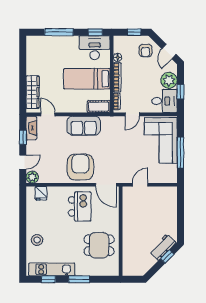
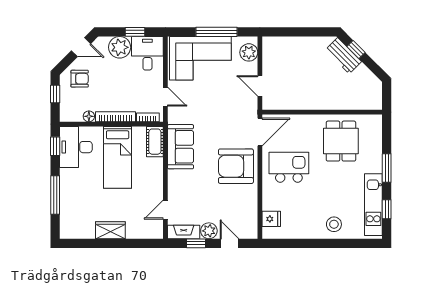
wardrobe: (33, 92) -> (110, 230), moved, width x0.67
sofa: (84, 126) -> (180, 147), moved
plant: (32, 177) -> (209, 231), moved
plant: (165, 177) -> (249, 52), added

